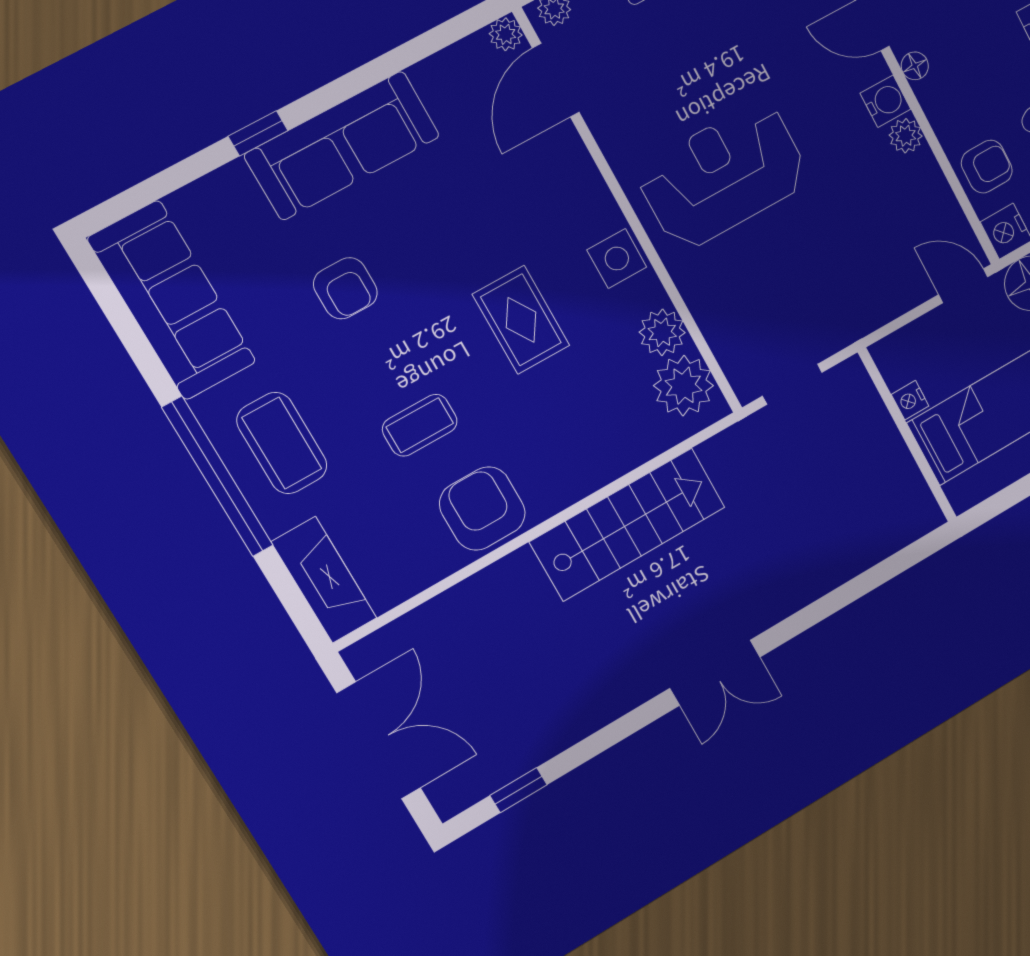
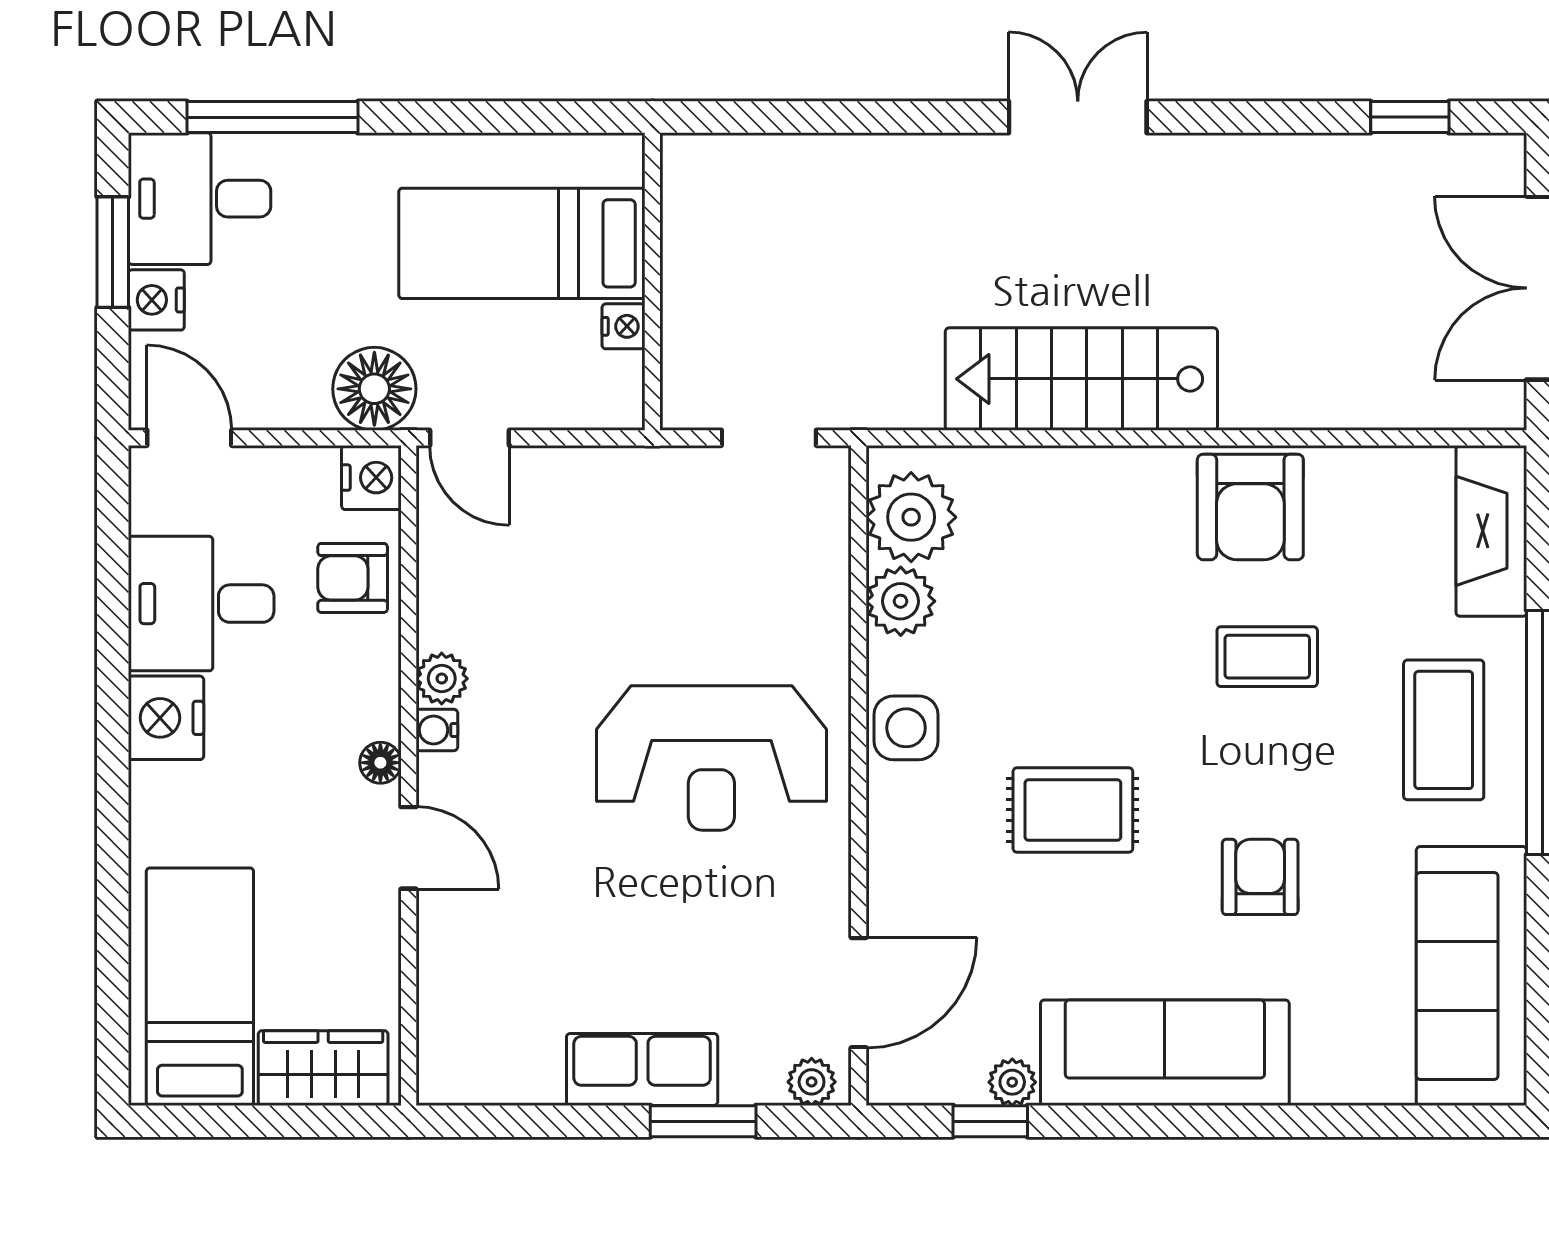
plant: (506, 34) -> (1012, 1082), moved
water cooler: (885, 101) -> (437, 730), width x0.72, depth x0.72
window: (258, 133) -> (990, 1121), moved
rug: (521, 320) -> (1073, 810), moved, turned 90

